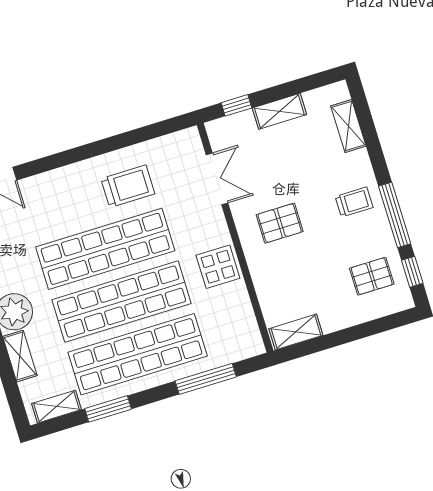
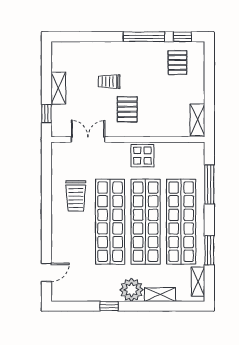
shelving: (348, 126) -> (80, 48), removed
trolley: (128, 186) -> (76, 196), turned 180
trolley: (354, 202) -> (109, 82), moved, turned -90

